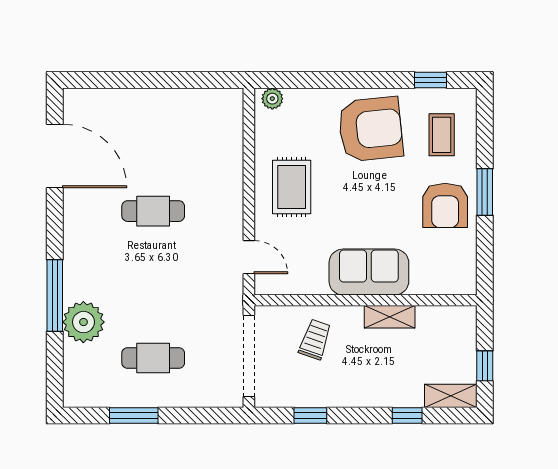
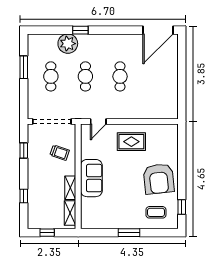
plant: (272, 99) -> (173, 133), removed
door: (55, 156) -> (158, 30), moved
armchair: (445, 205) -> (123, 214), removed
cafe table: (153, 285) -> (85, 76), added
window: (55, 296) -> (80, 30), width x0.46
shelving: (451, 396) -> (70, 213), moved

